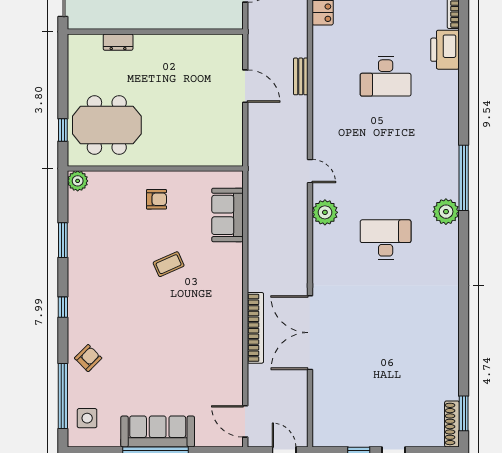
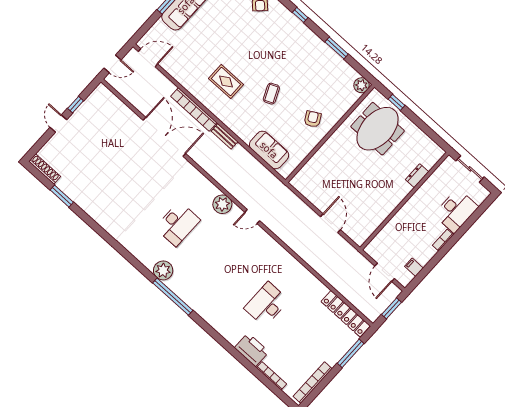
bench: (301, 76) -> (225, 136), moved
door: (245, 86) -> (330, 223), swing flipped
armchair: (156, 199) -> (313, 119), turned 151
rug: (198, 321) -> (226, 82), added
window: (464, 413) -> (62, 196), moved

